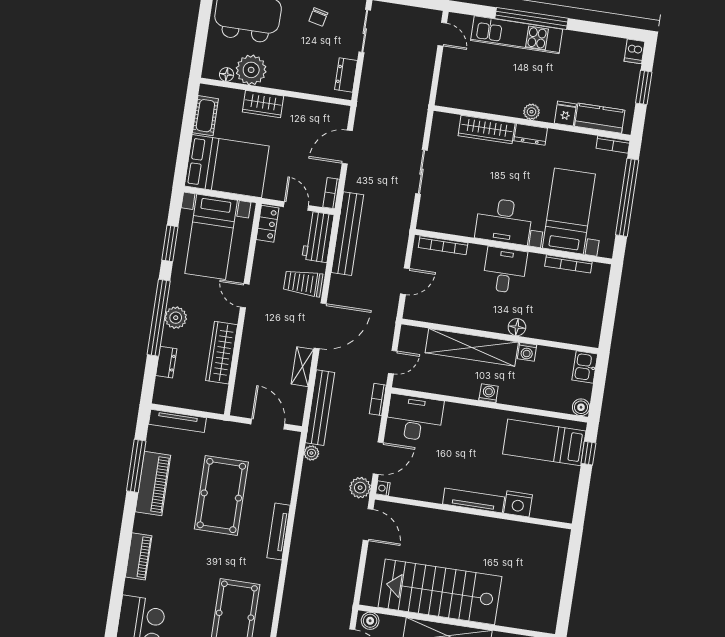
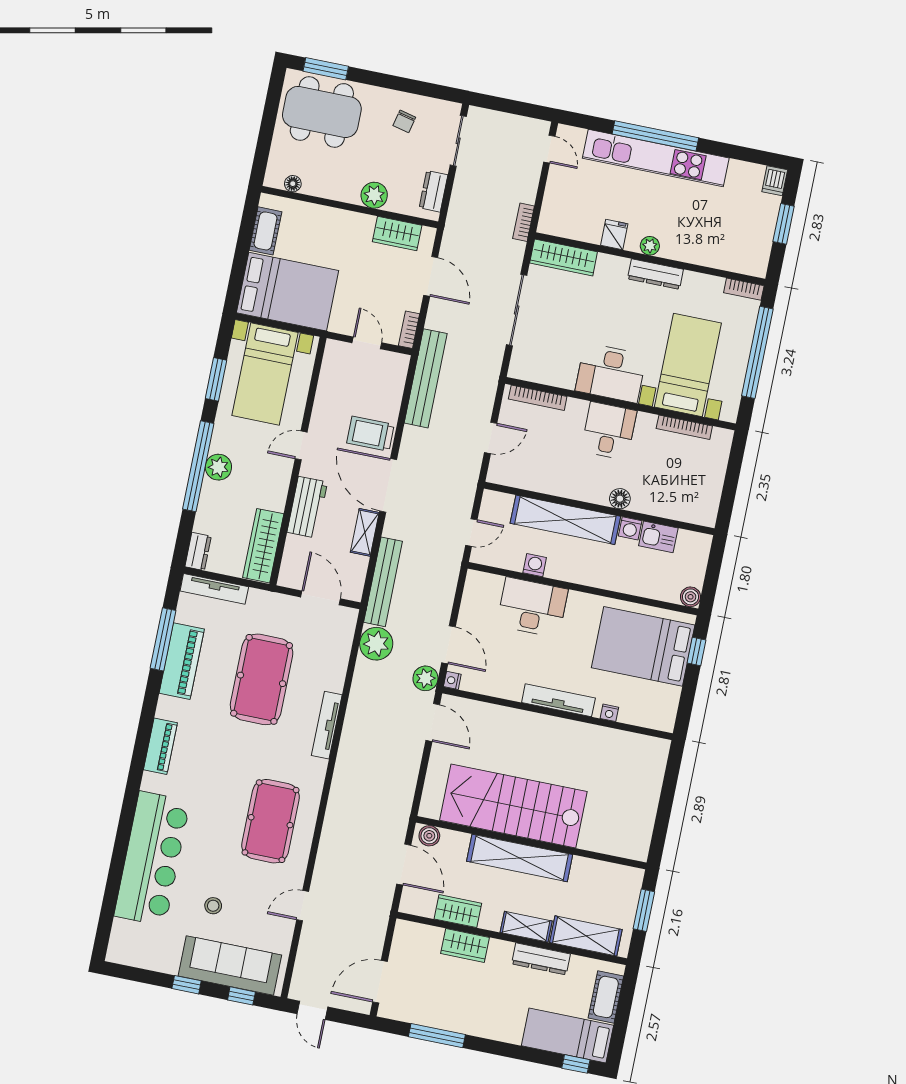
kitchen unit: (517, 35) -> (656, 158), width x1.36
plant: (251, 70) -> (374, 195), moved, width x0.73, depth x0.73
wardrobe: (263, 104) -> (397, 234), moved
fridge: (565, 114) -> (614, 235), moved
kitchen counter: (600, 118) -> (730, 257), removed
wardrobe: (487, 130) -> (564, 257), moved
dresser: (531, 134) -> (655, 274), width x1.44
door: (347, 147) -> (431, 276), swing flipped
sliding door: (421, 172) -> (517, 310), width x1.37
locker: (268, 224) -> (332, 362), removed
workbench: (318, 237) -> (307, 507), moved, turned 180
door: (245, 296) -> (301, 445), hinge flipped
door: (320, 326) -> (388, 485), swing flipped
wardrobe: (222, 353) -> (263, 546), moved
dresser: (166, 362) -> (198, 551), moved
kitchen sink: (585, 367) -> (658, 537), moved, turned -90
washing machine: (489, 393) -> (535, 565), moved
bookcase: (378, 399) -> (524, 222), moved
desk: (414, 418) -> (532, 607), moved
bed: (544, 442) -> (643, 646), width x1.50
plant: (311, 453) -> (376, 644), width x1.87, depth x1.87
door: (378, 458) -> (448, 645), hinge flipped
nightstand: (518, 504) -> (609, 713), width x0.53, depth x0.56

